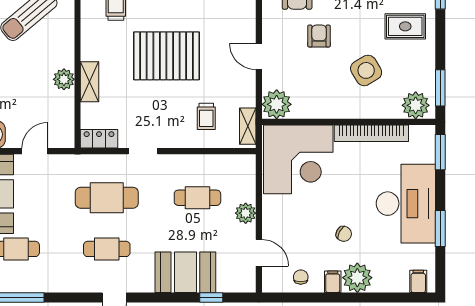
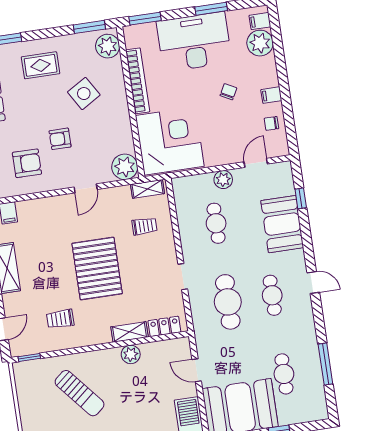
rug: (405, 26) -> (41, 65), turned 90
locker: (99, 139) -> (164, 326), moved, turned 90
plant: (357, 278) -> (260, 43), moved

